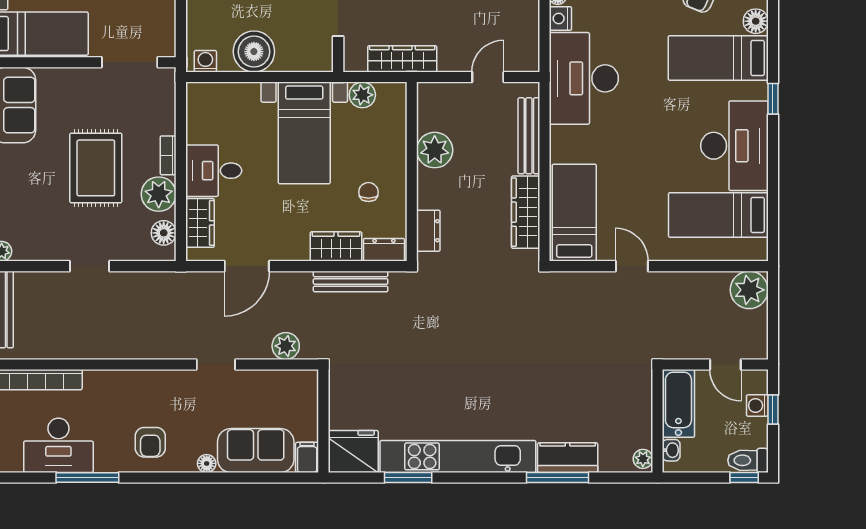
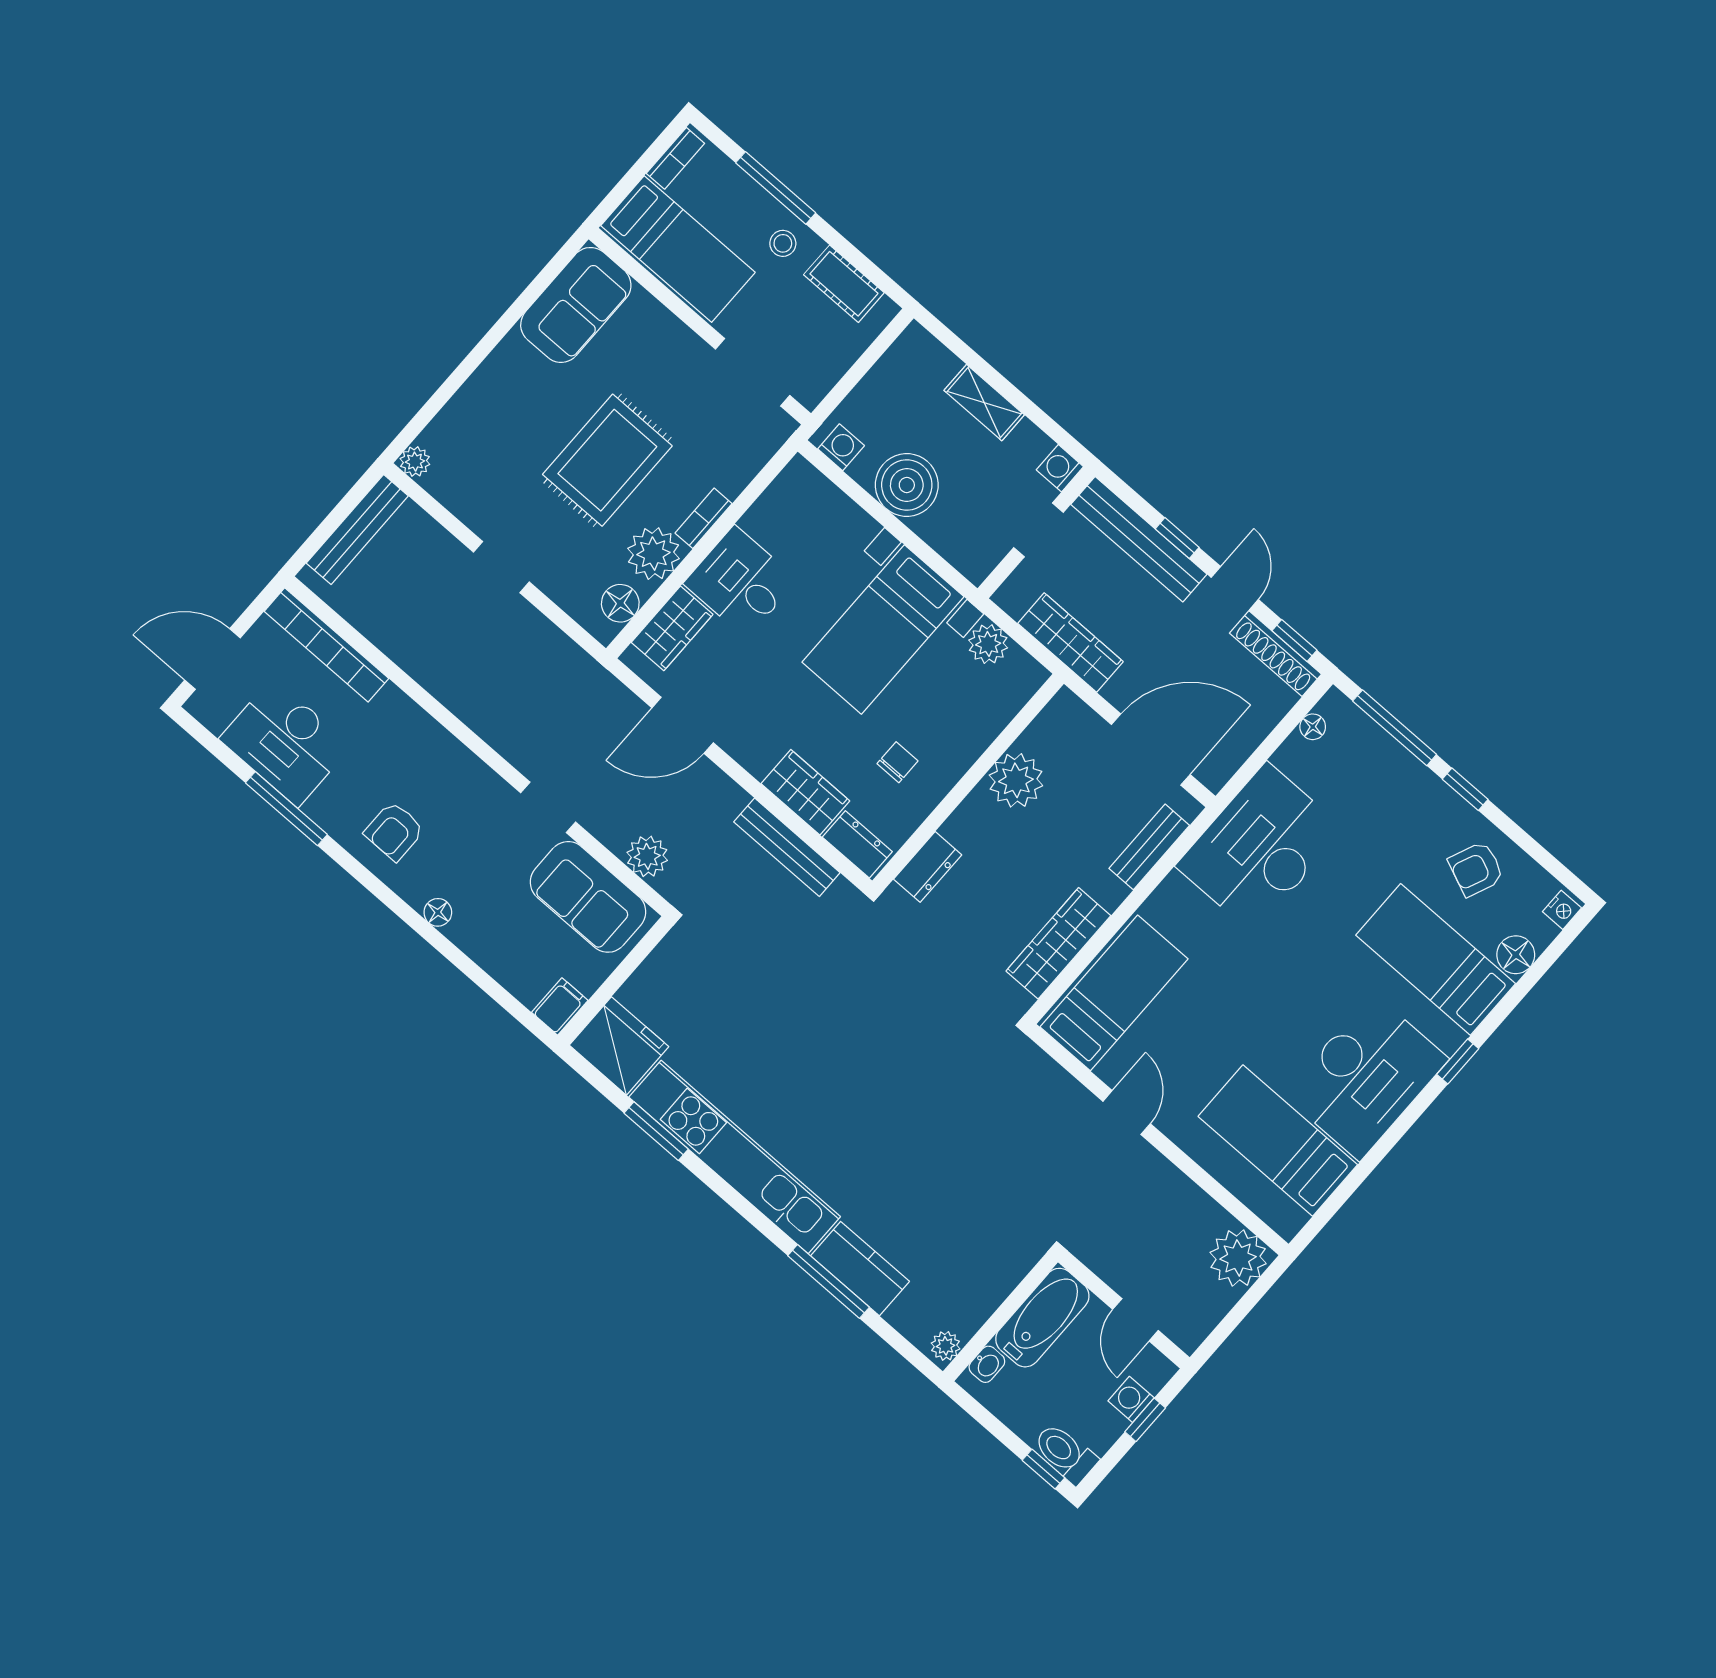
nightstand: (560, 18) -> (1293, 755), removed
door: (488, 77) -> (1151, 750), width x1.87
bench: (529, 136) -> (1149, 847), width x0.73
sofa: (256, 451) -> (588, 897), moved, turned 180

